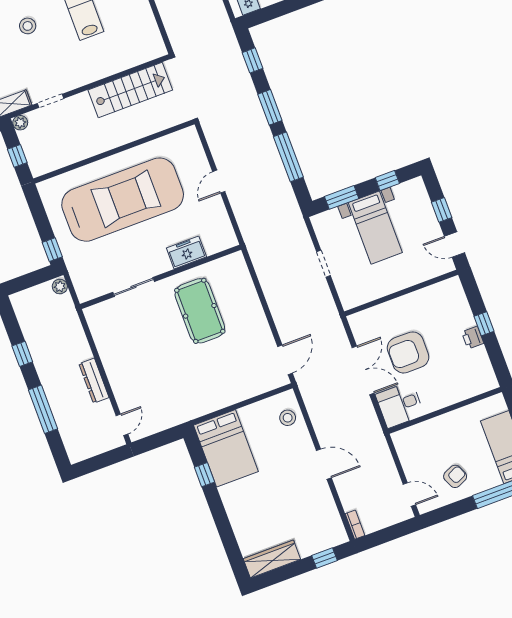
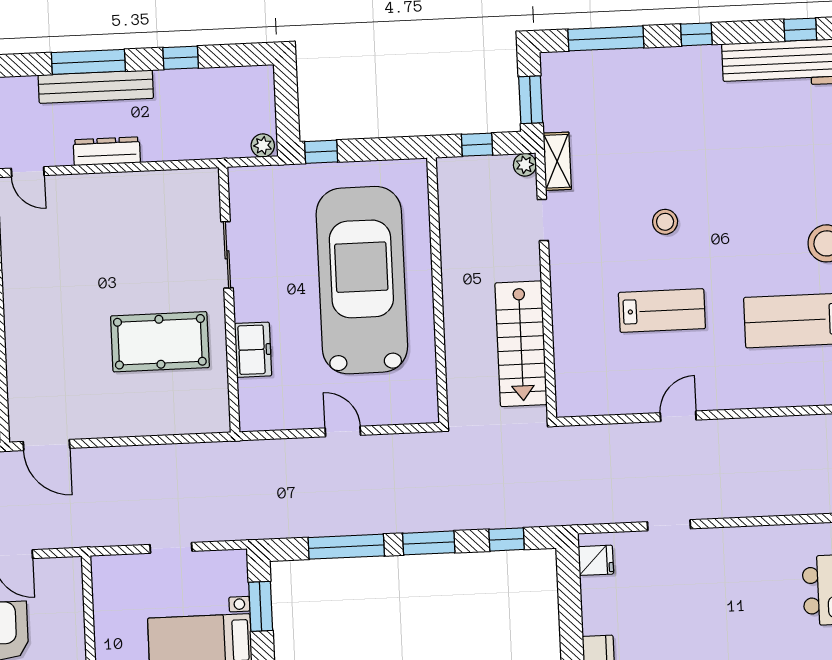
car: (123, 200) -> (362, 280), turned 180
bench: (57, 400) -> (96, 87), added

